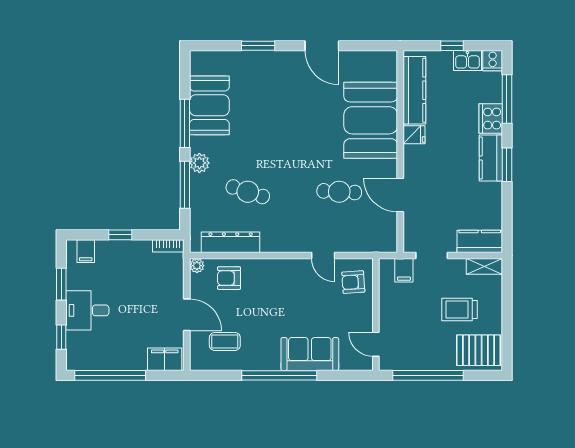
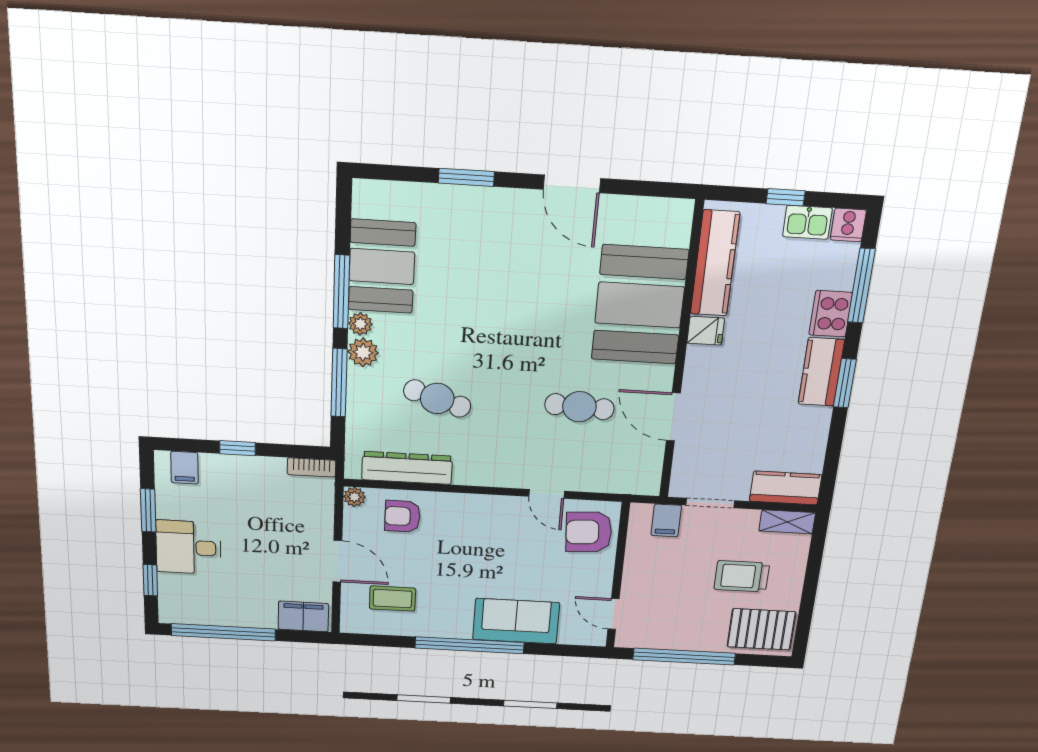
plant: (197, 144) -> (360, 324), added
armchair: (353, 282) -> (589, 532), width x1.38, depth x1.38

